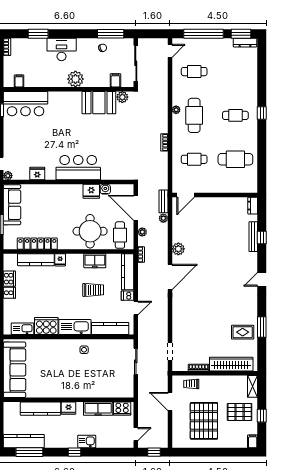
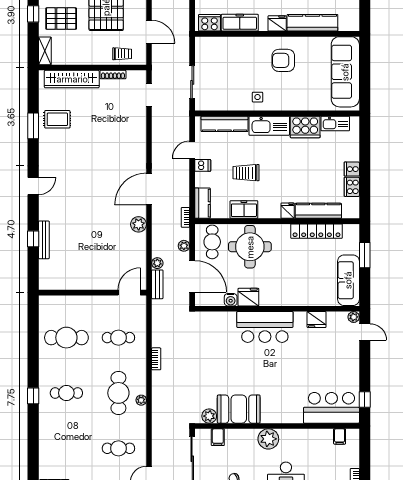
dresser: (253, 206) -> (45, 279), removed
kitchen counter: (128, 272) -> (203, 203), width x0.67
armchair: (64, 379) -> (283, 60), added

